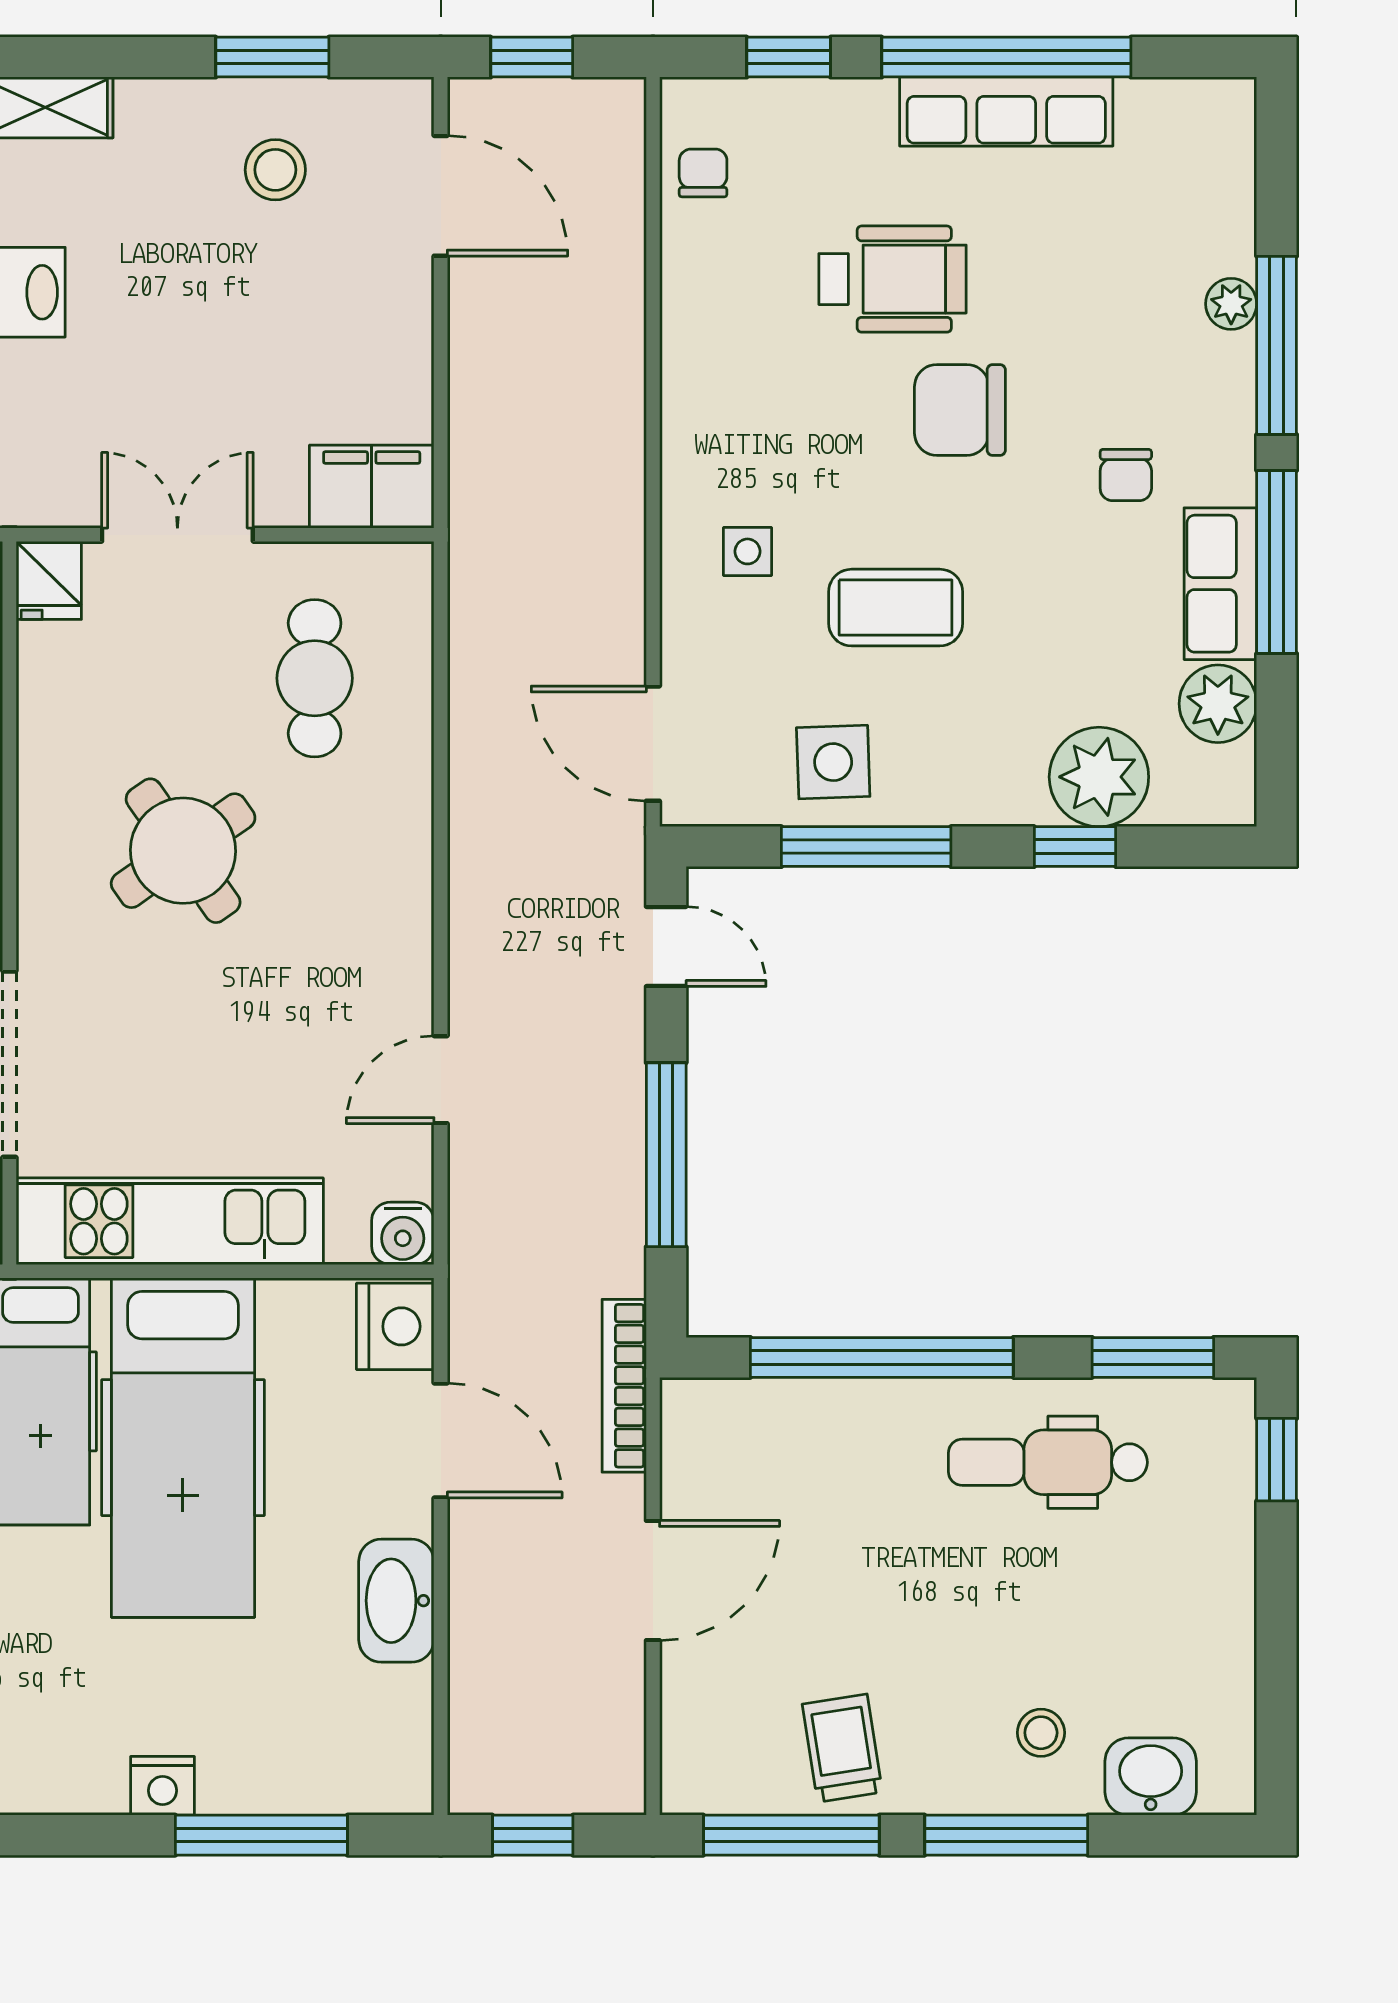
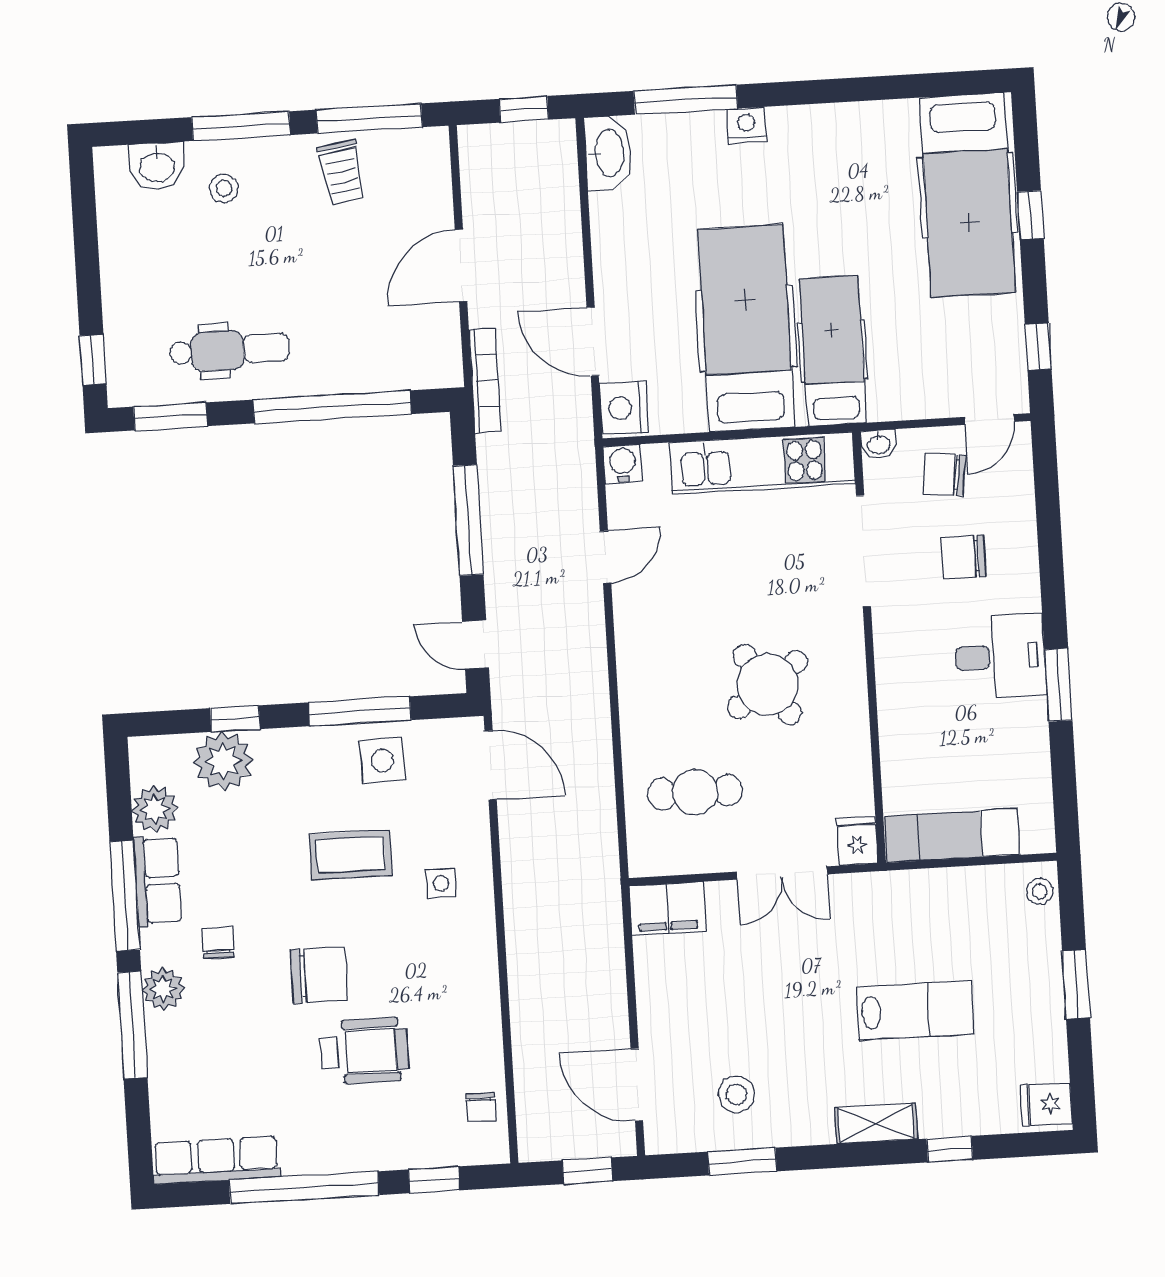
row of seats: (1006, 111) -> (216, 1160), moved
wheelchair: (892, 279) -> (364, 1051), turned 180
plant: (1231, 304) -> (163, 989), moved, width x1.38, depth x1.38
cafe table: (315, 678) -> (695, 792), turned 90
washbasin: (396, 1601) -> (608, 153), moved

